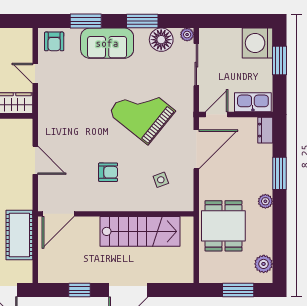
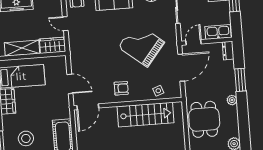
door: (58, 214) -> (88, 107), moved
wall: (116, 214) -> (128, 104), moved
stairs: (140, 231) -> (146, 115), moved

